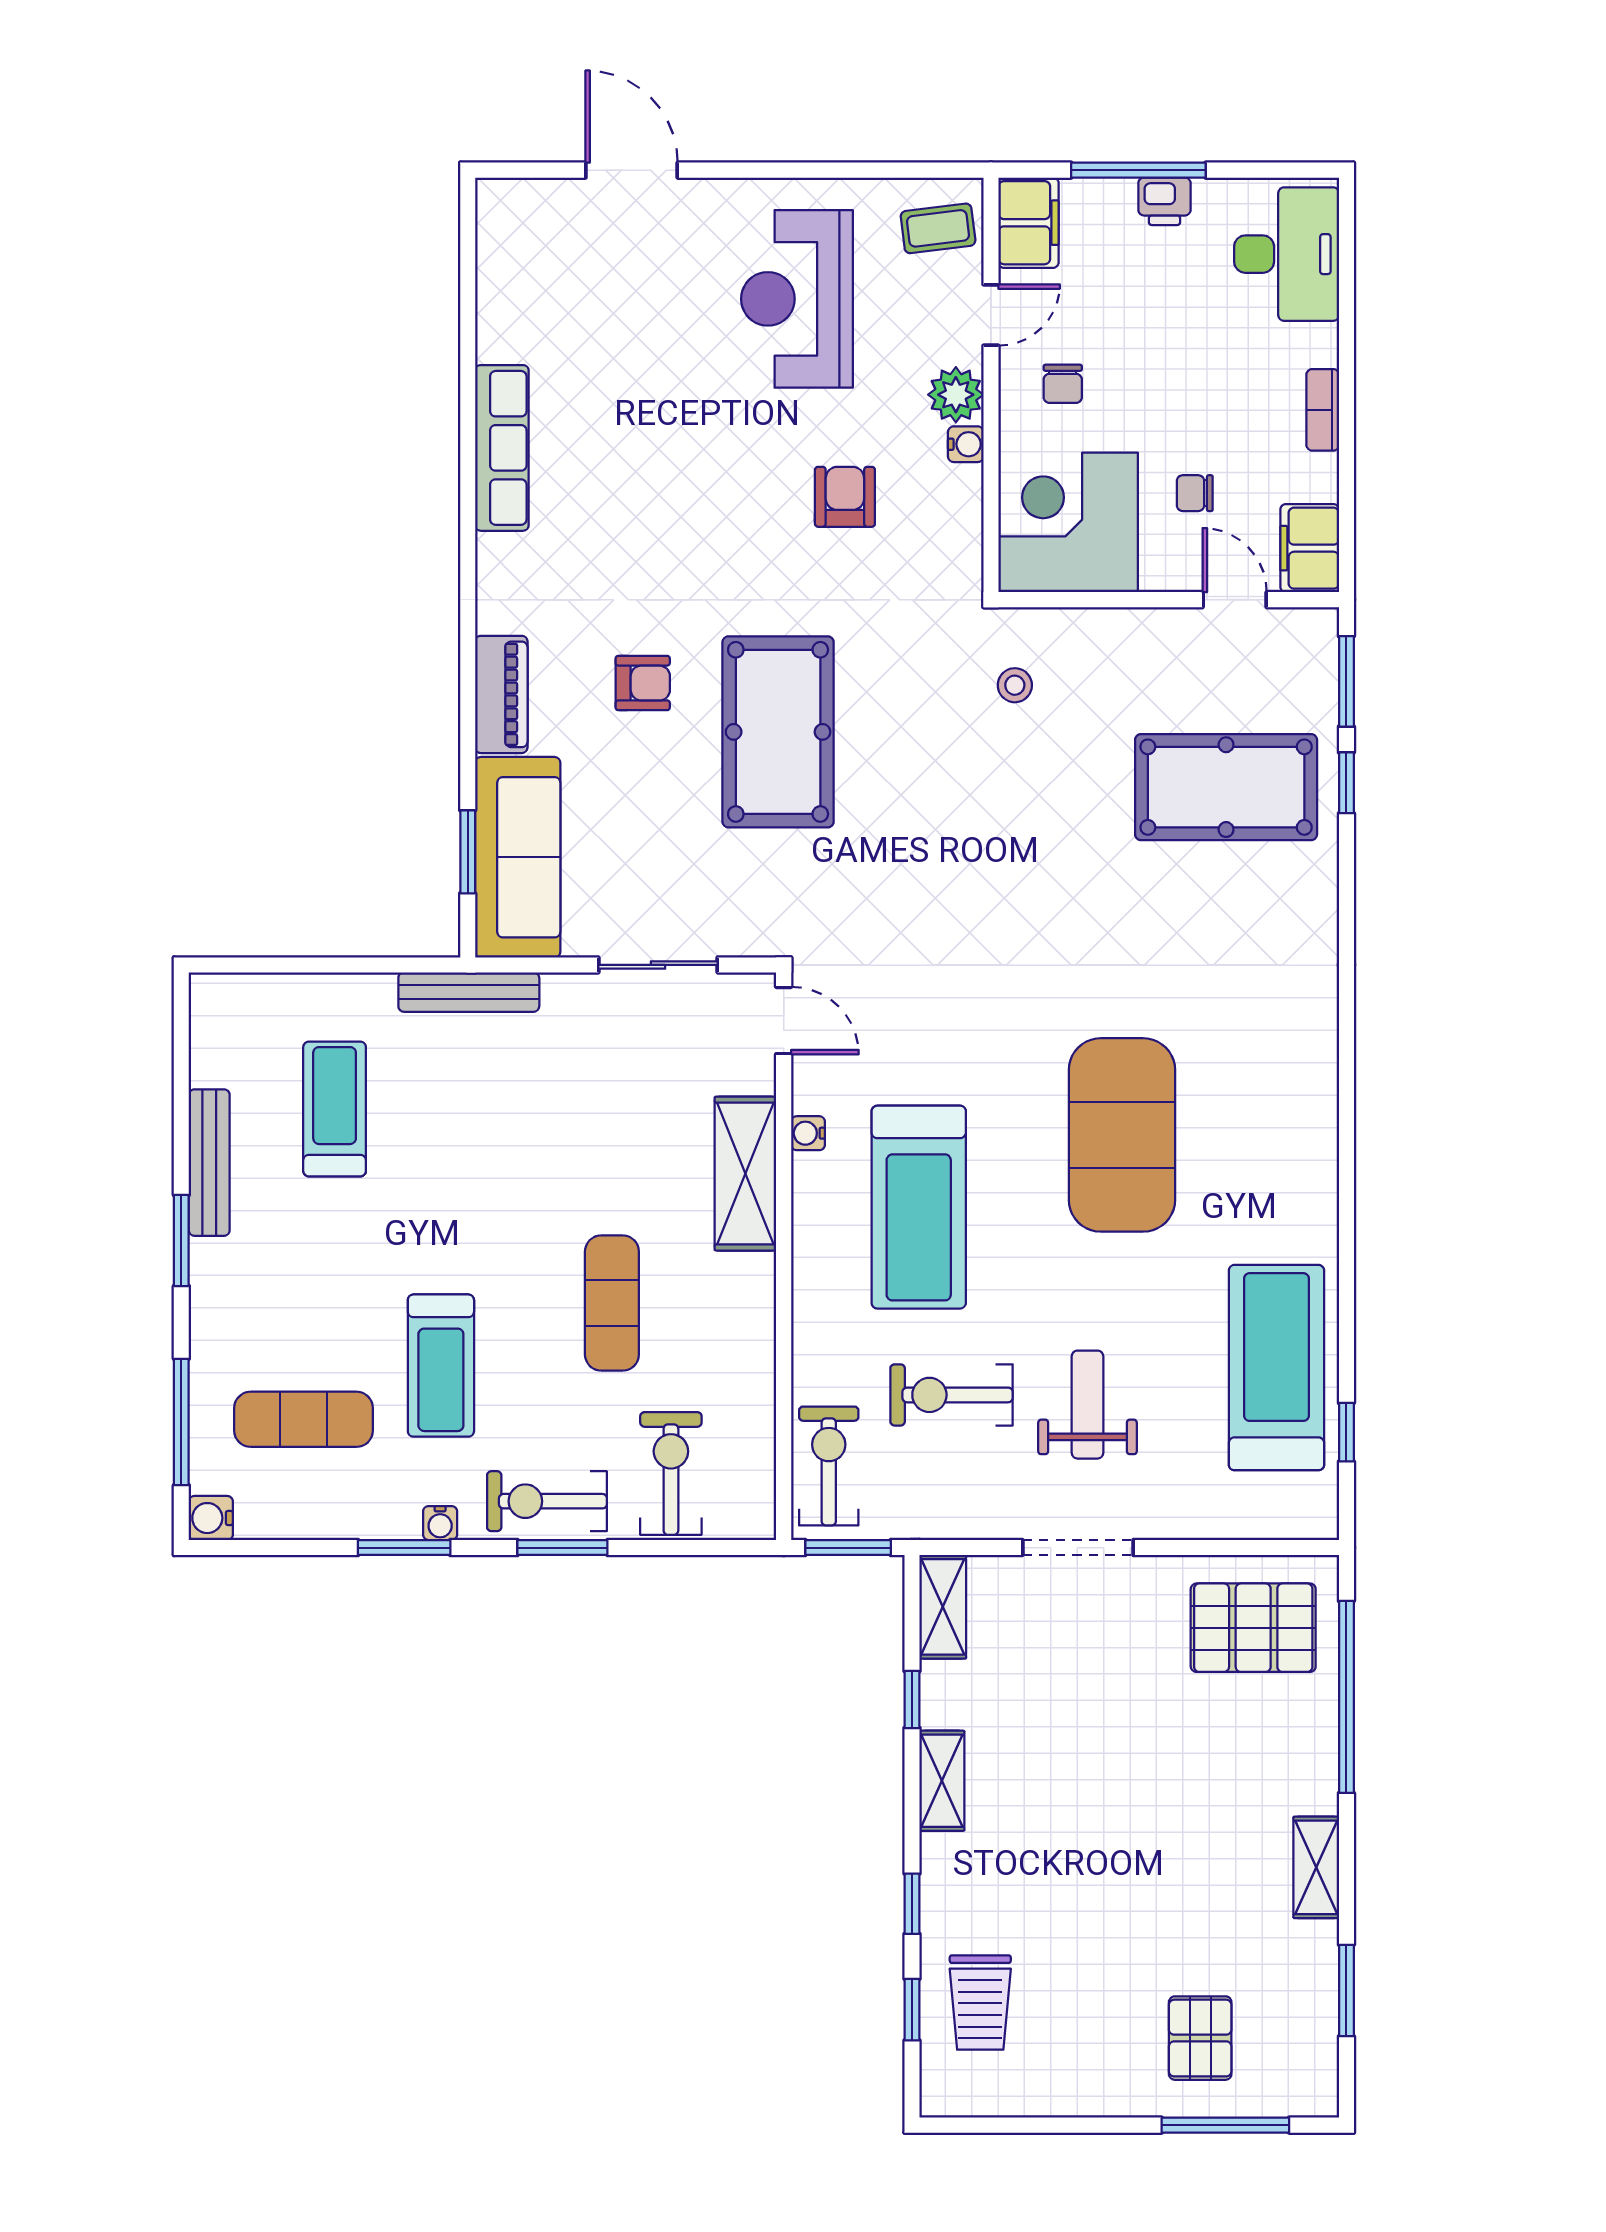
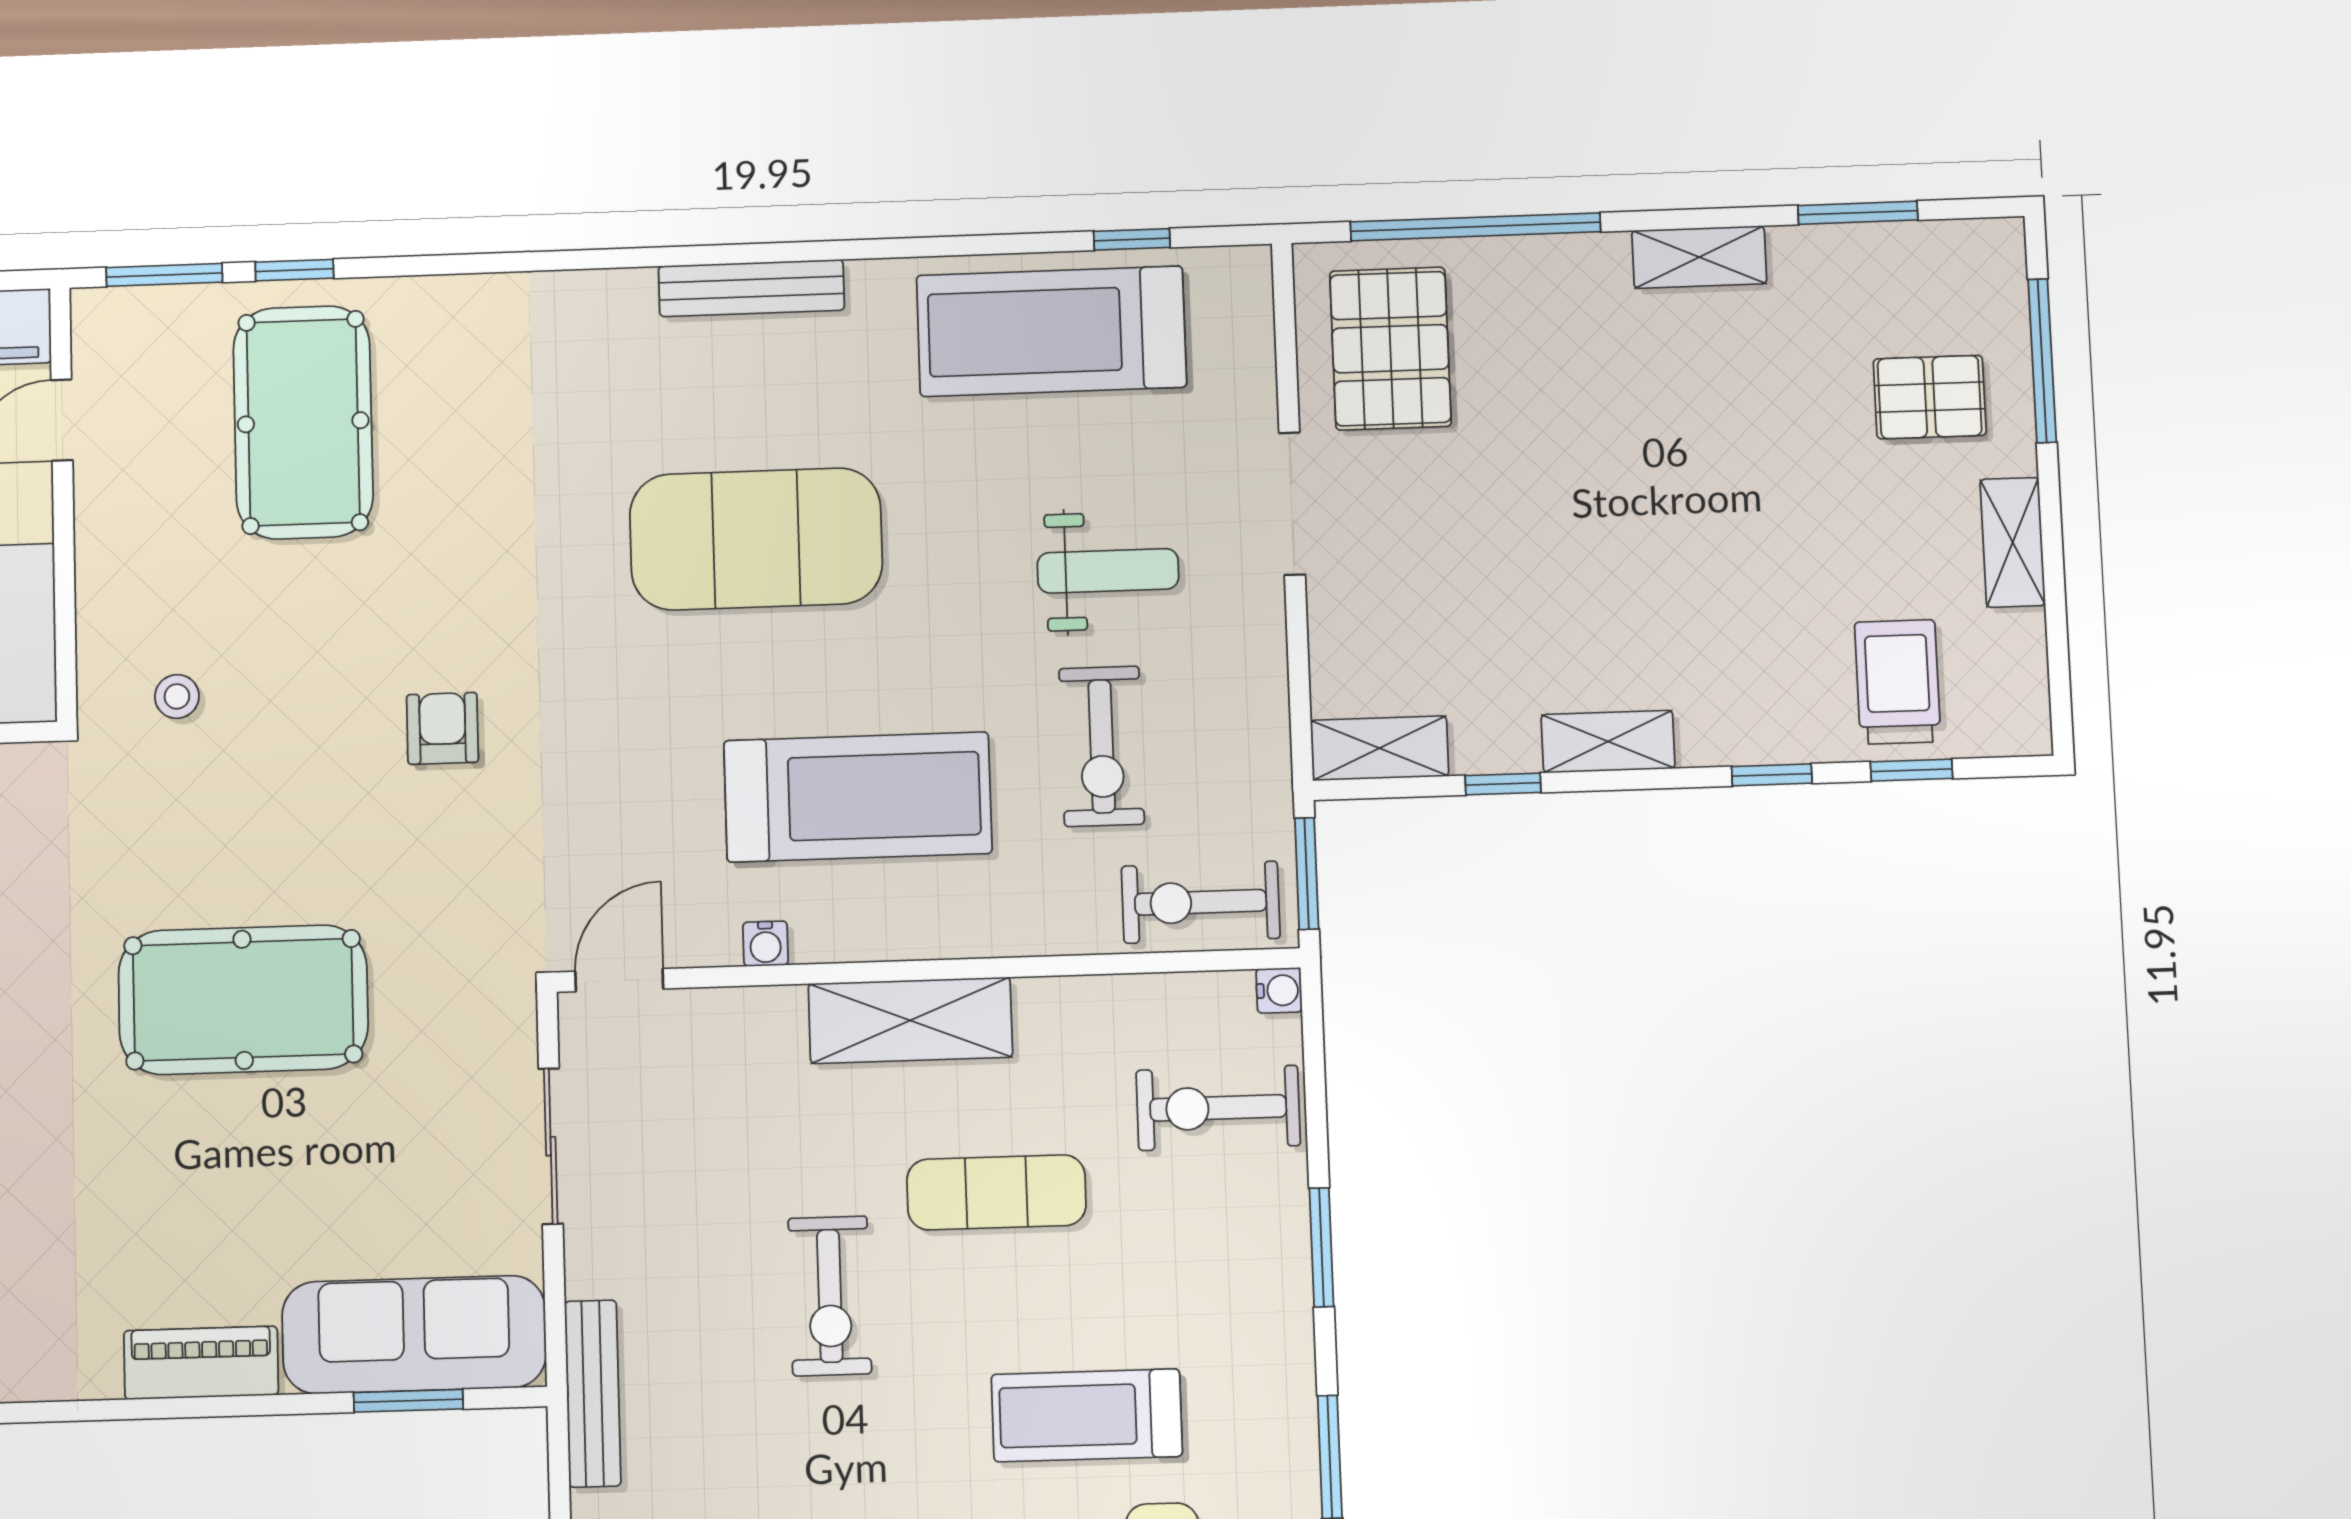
armchair: (643, 683) -> (442, 728), moved
bench: (1319, 1137) -> (751, 288), added
shelving: (745, 1174) -> (910, 1020), moved
treadmill: (441, 1366) -> (1087, 1415), turned 180
weight bench: (1087, 1405) -> (1108, 571), turned 180
exercise bike: (547, 1501) -> (830, 1296), moved
water cooler: (440, 1523) -> (1279, 990), moved
doorway: (1078, 1548) -> (1292, 504), moved
trolley: (980, 2003) -> (1898, 682), turned -90
shelving: (1085, 2095) -> (2013, 542), added

